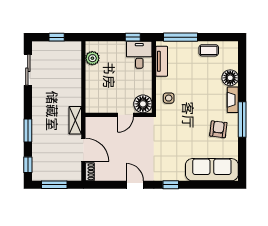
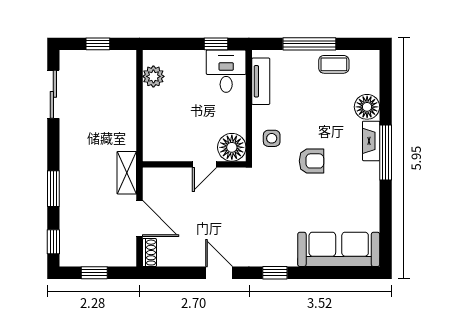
window: (181, 37) -> (309, 44), moved
window: (242, 120) -> (386, 153), moved
armchair: (218, 129) -> (311, 161), moved, turned 83
window: (54, 185) -> (94, 273), width x0.67

